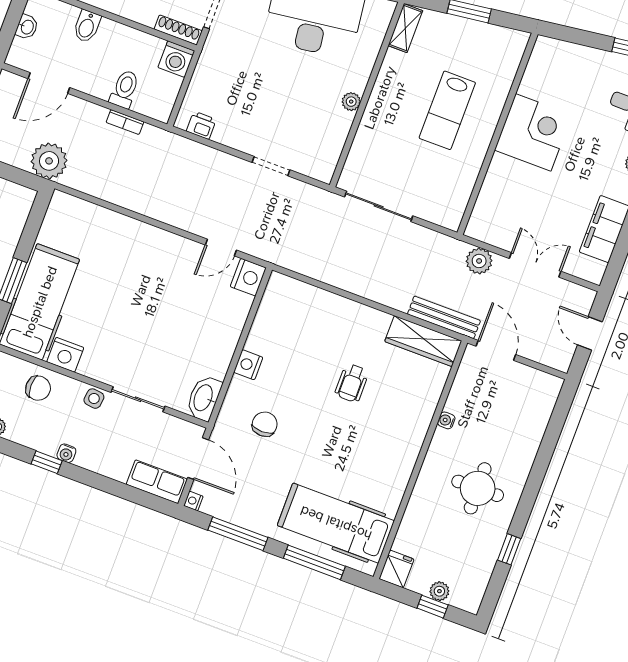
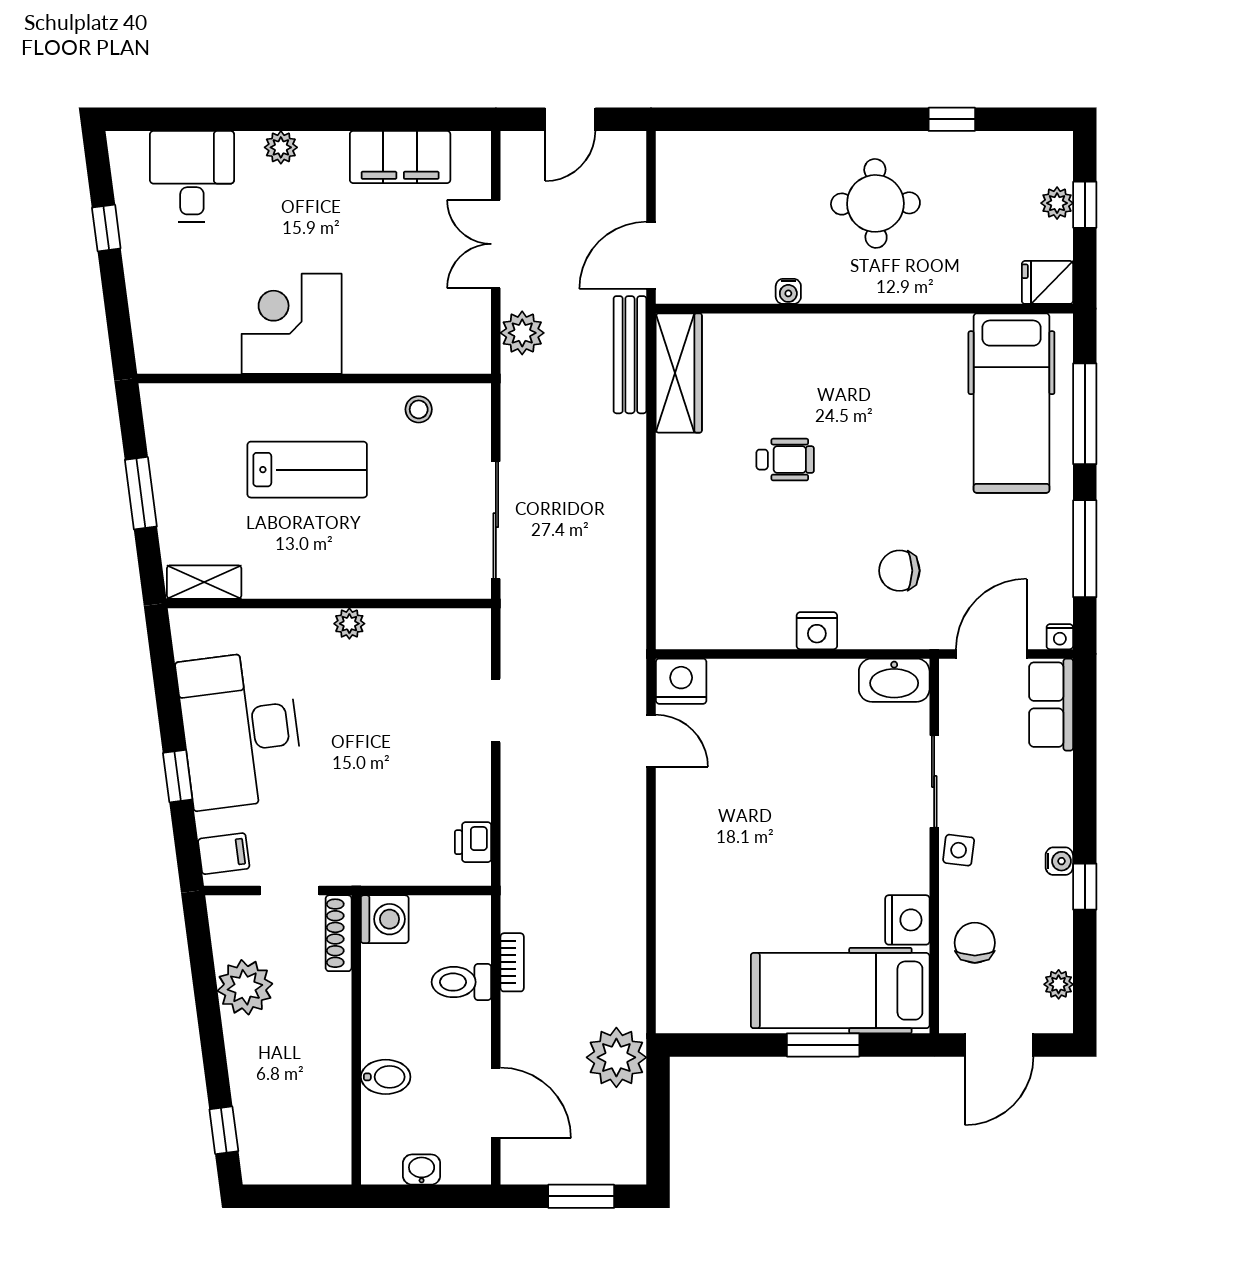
stool: (458, 186) -> (419, 409), added

